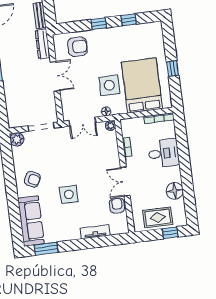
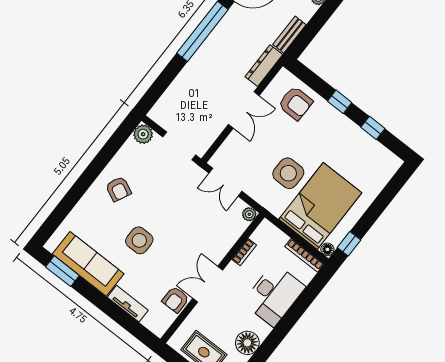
window: (173, 69) -> (349, 244), moved
floor lamp: (106, 111) -> (327, 249), moved
desk: (164, 153) -> (274, 295), width x1.37
armchair: (117, 206) -> (176, 300), turned 180
sofa: (31, 221) -> (88, 264), moved, turned -90

